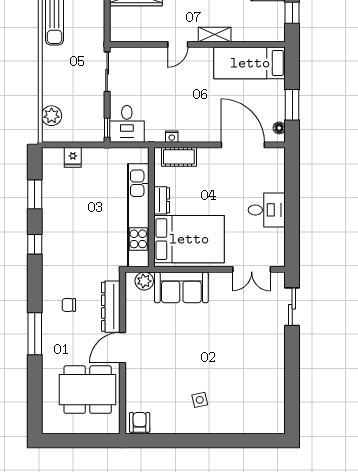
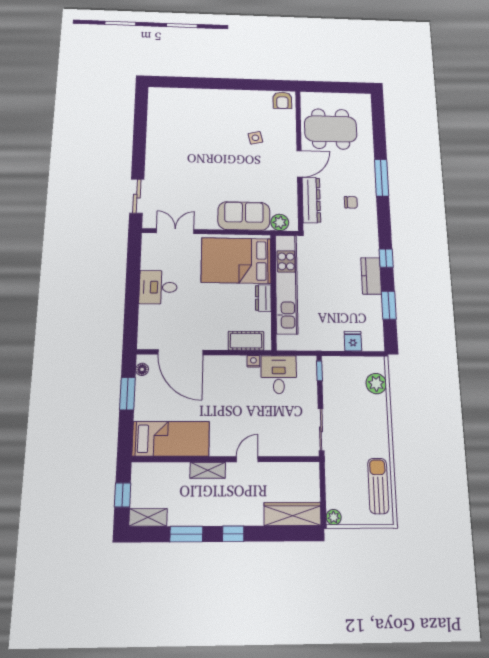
desk: (127, 124) -> (279, 375), moved
kitchen counter: (51, 225) -> (371, 276), added
side table: (200, 400) -> (255, 138), moved

